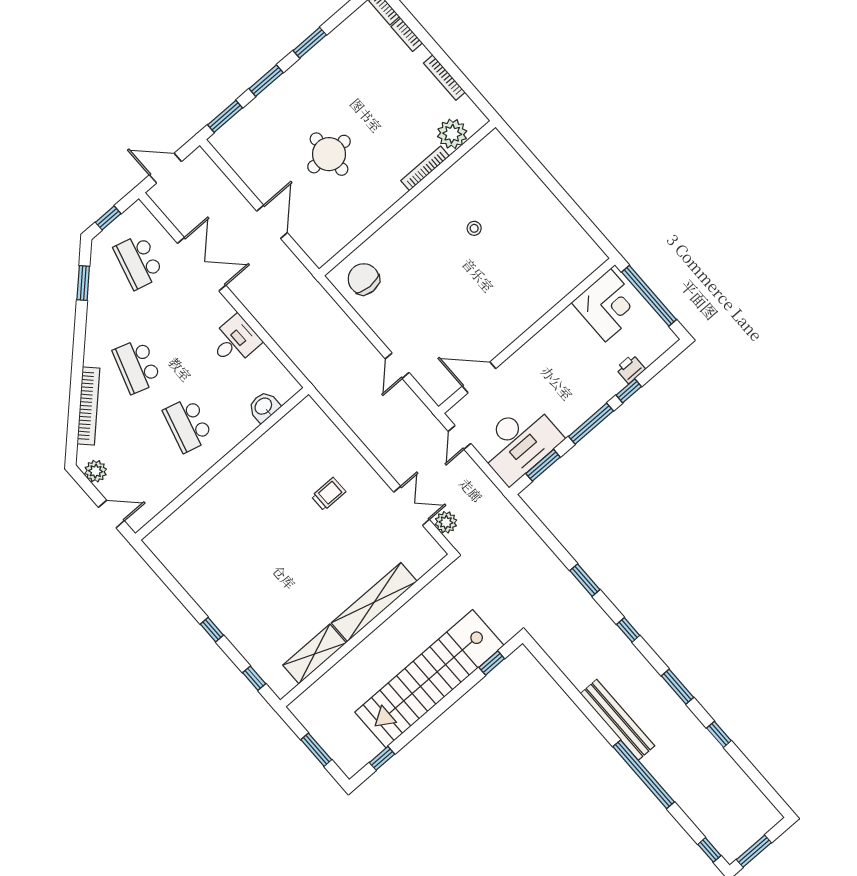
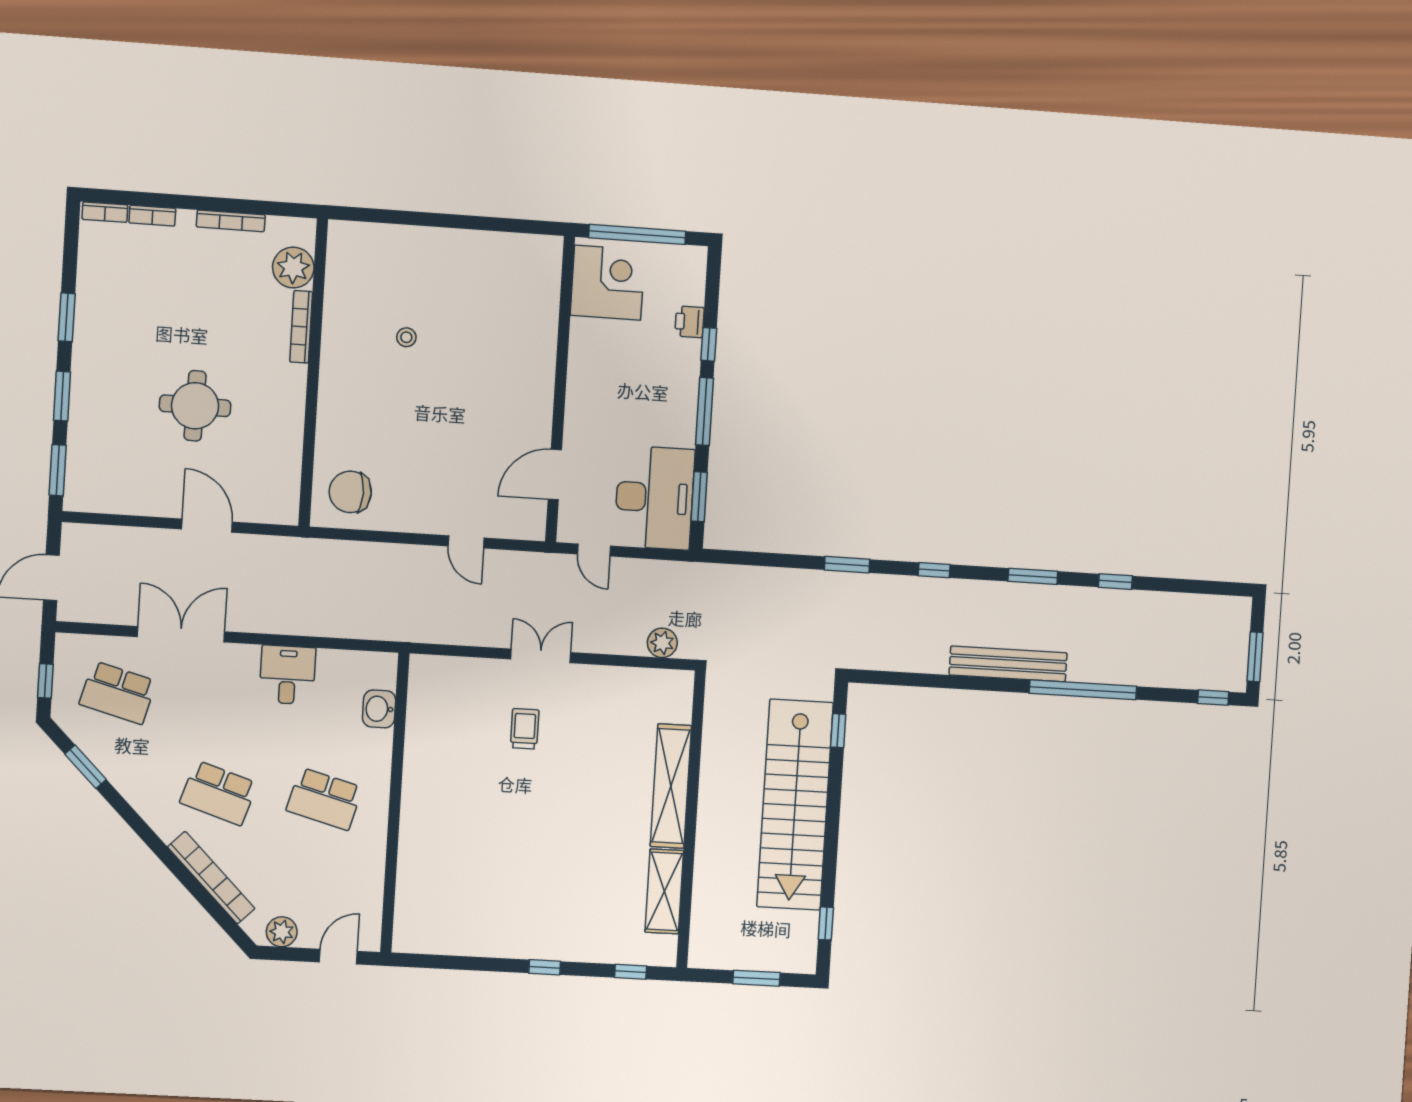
double door: (412, 506) -> (541, 656), moved

